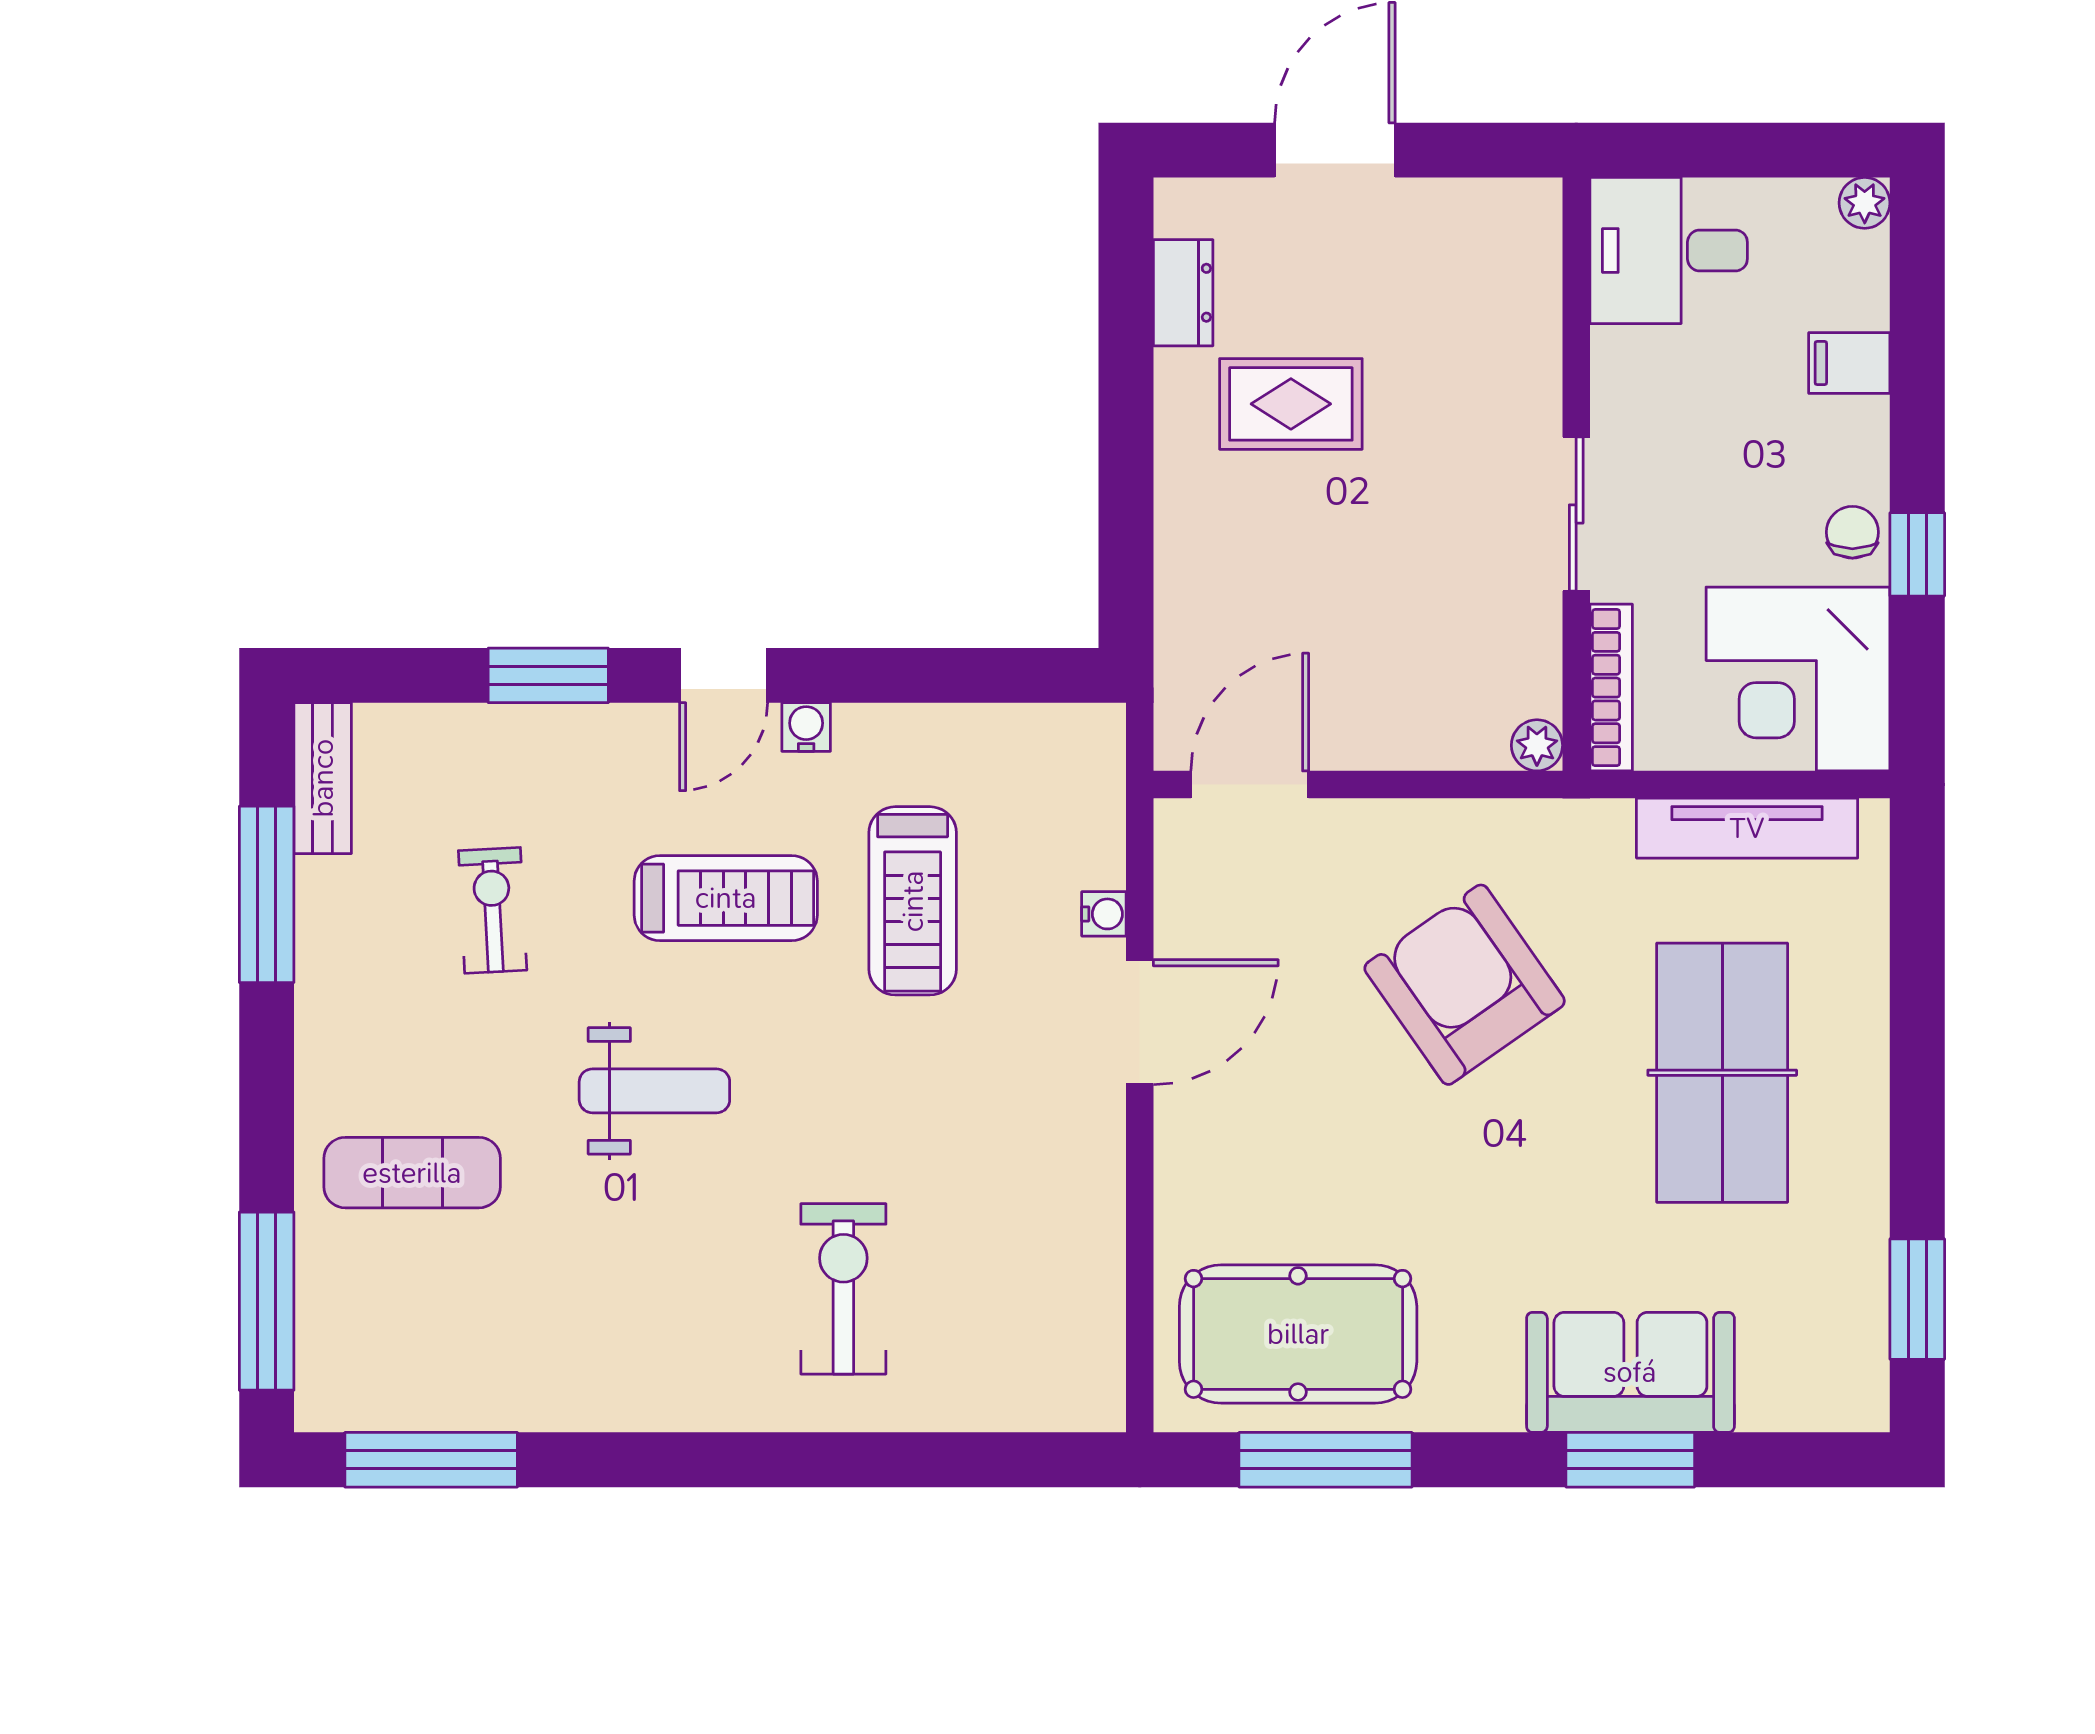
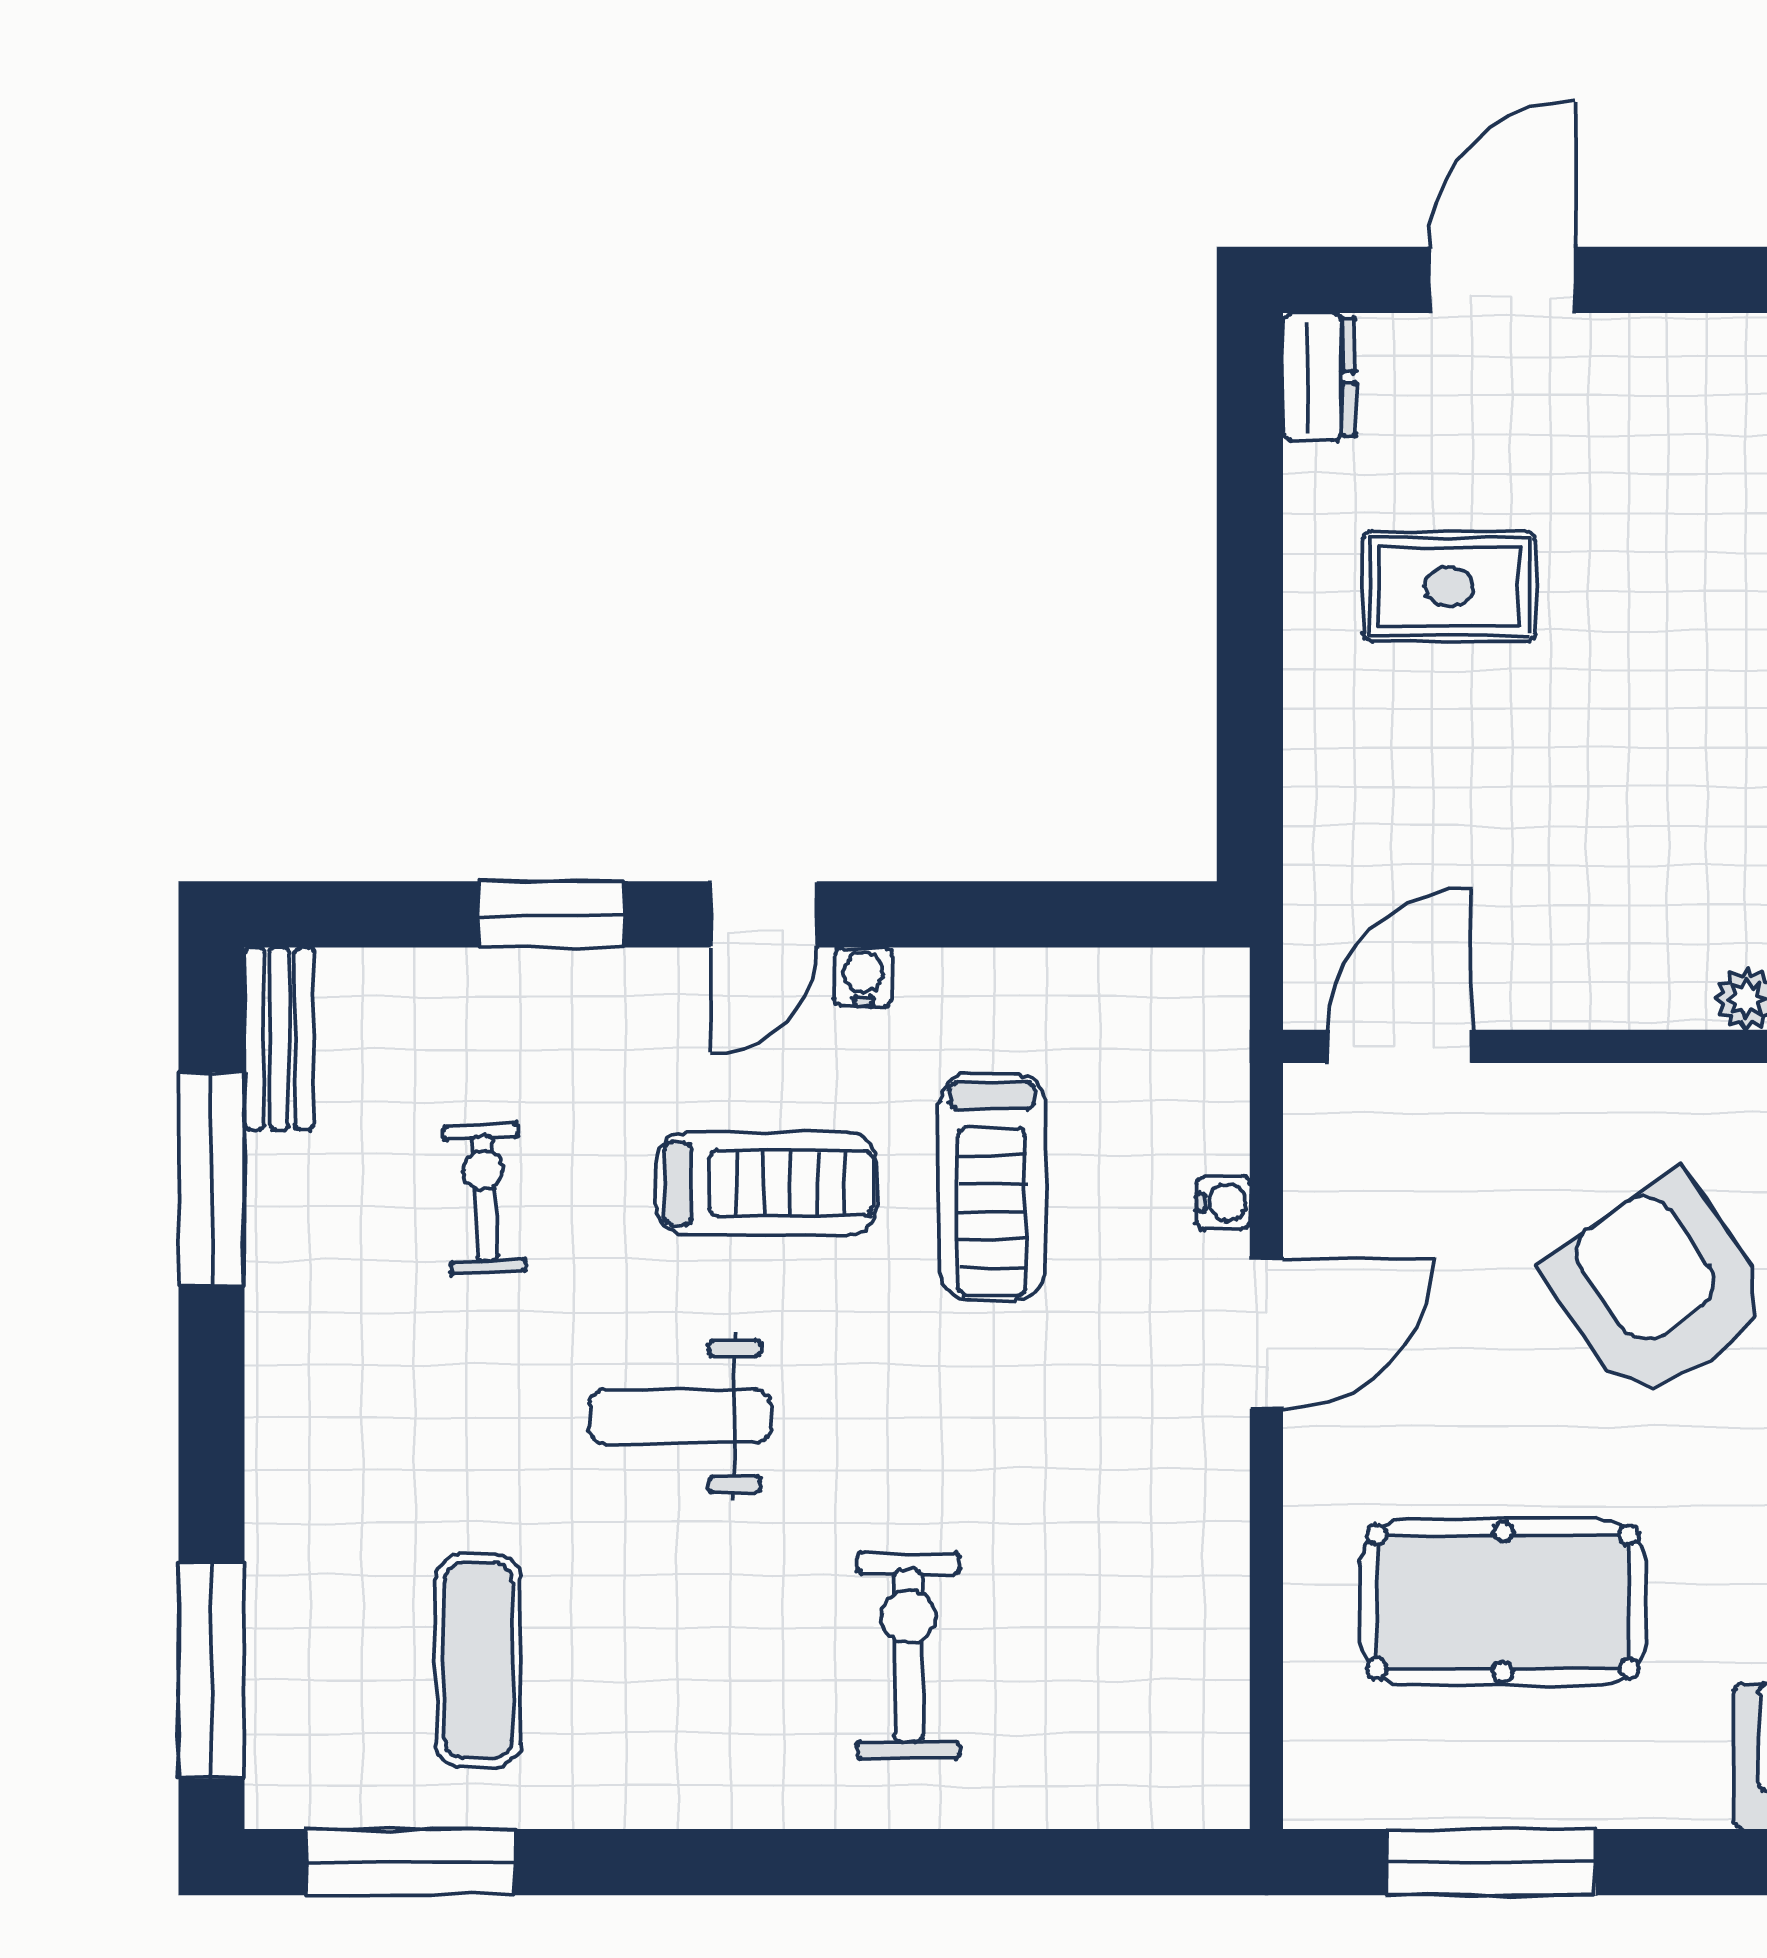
dresser: (1183, 293) -> (1319, 377), moved
weight bench: (654, 1091) -> (680, 1416), turned 180
exercise mat: (412, 1173) -> (478, 1661), moved, turned 90
pool table: (1298, 1334) -> (1503, 1602), moved

